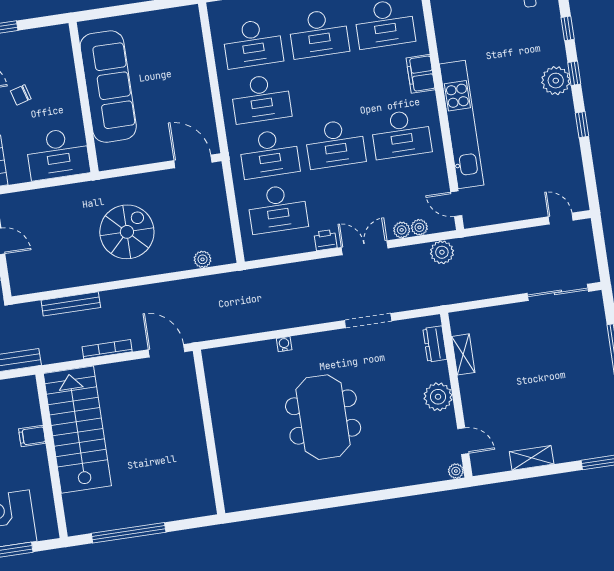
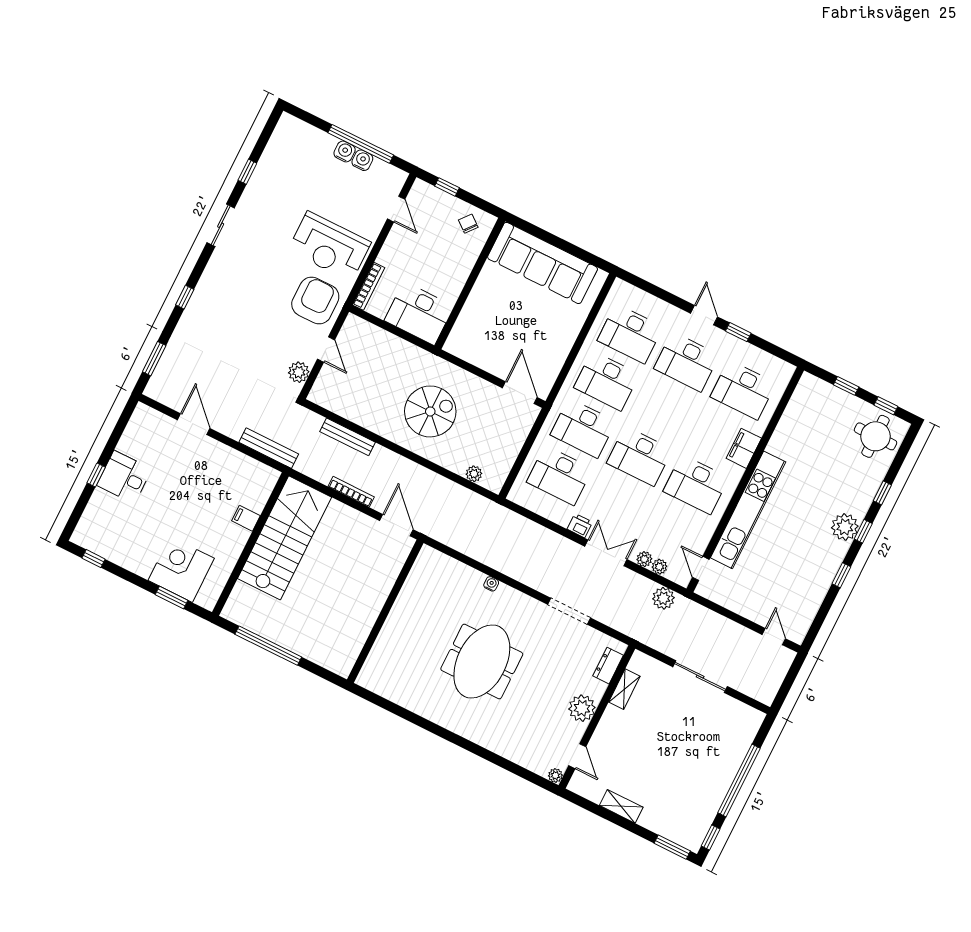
sofa: (108, 87) -> (543, 263), moved, turned 90
chair: (21, 95) -> (468, 224), moved, turned 55
sliding door: (558, 292) -> (700, 677), moved

